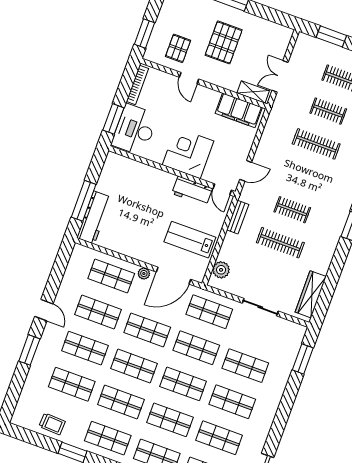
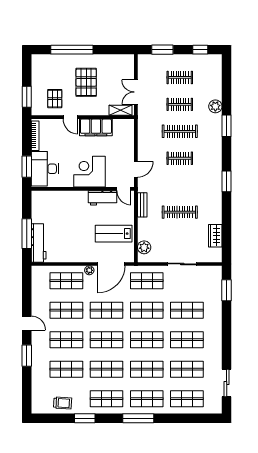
filing cabinet: (239, 110) -> (96, 127), moved
clothes rail: (292, 210) -> (180, 158), moved
wardrobe: (311, 294) -> (215, 236), width x0.67

